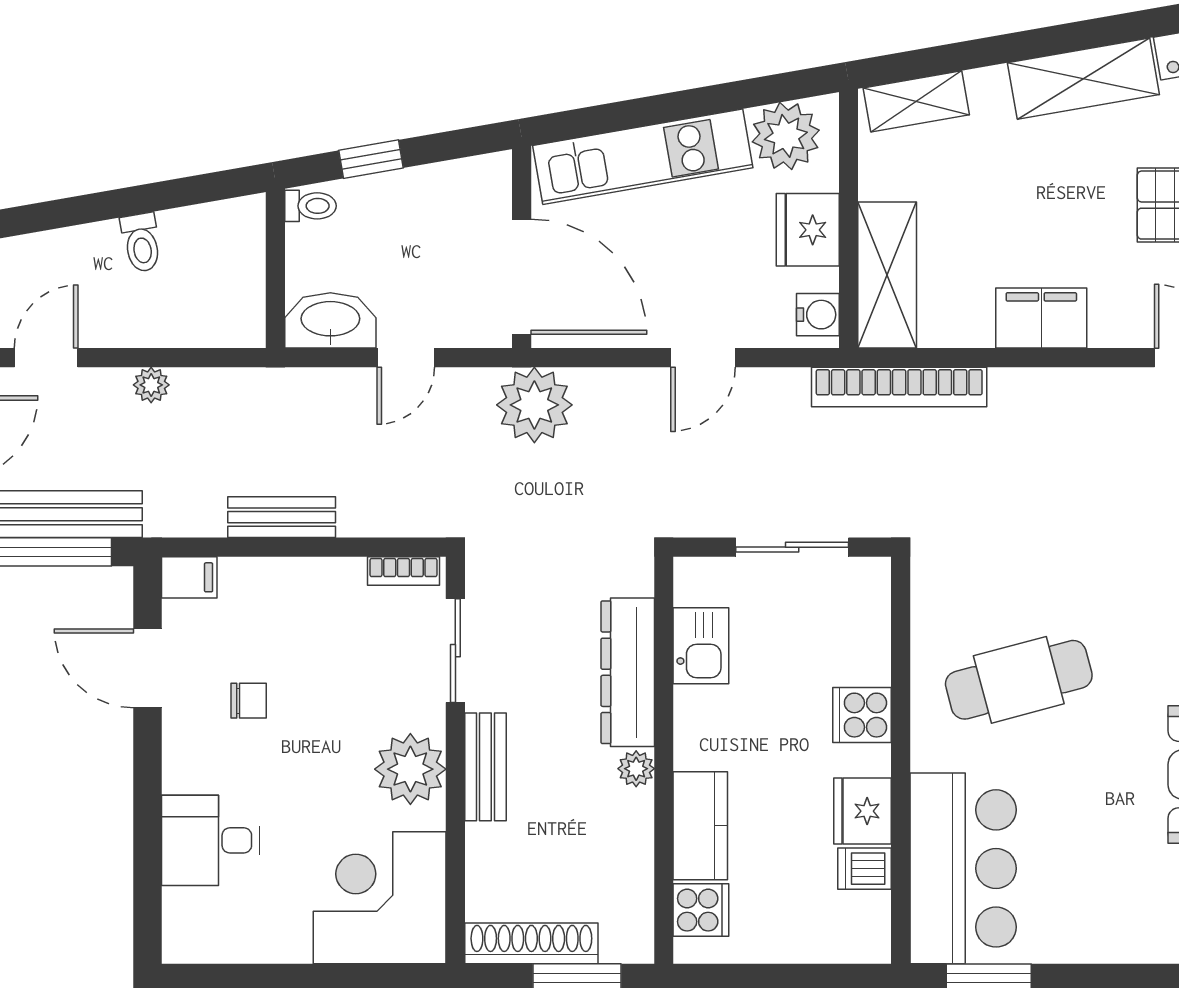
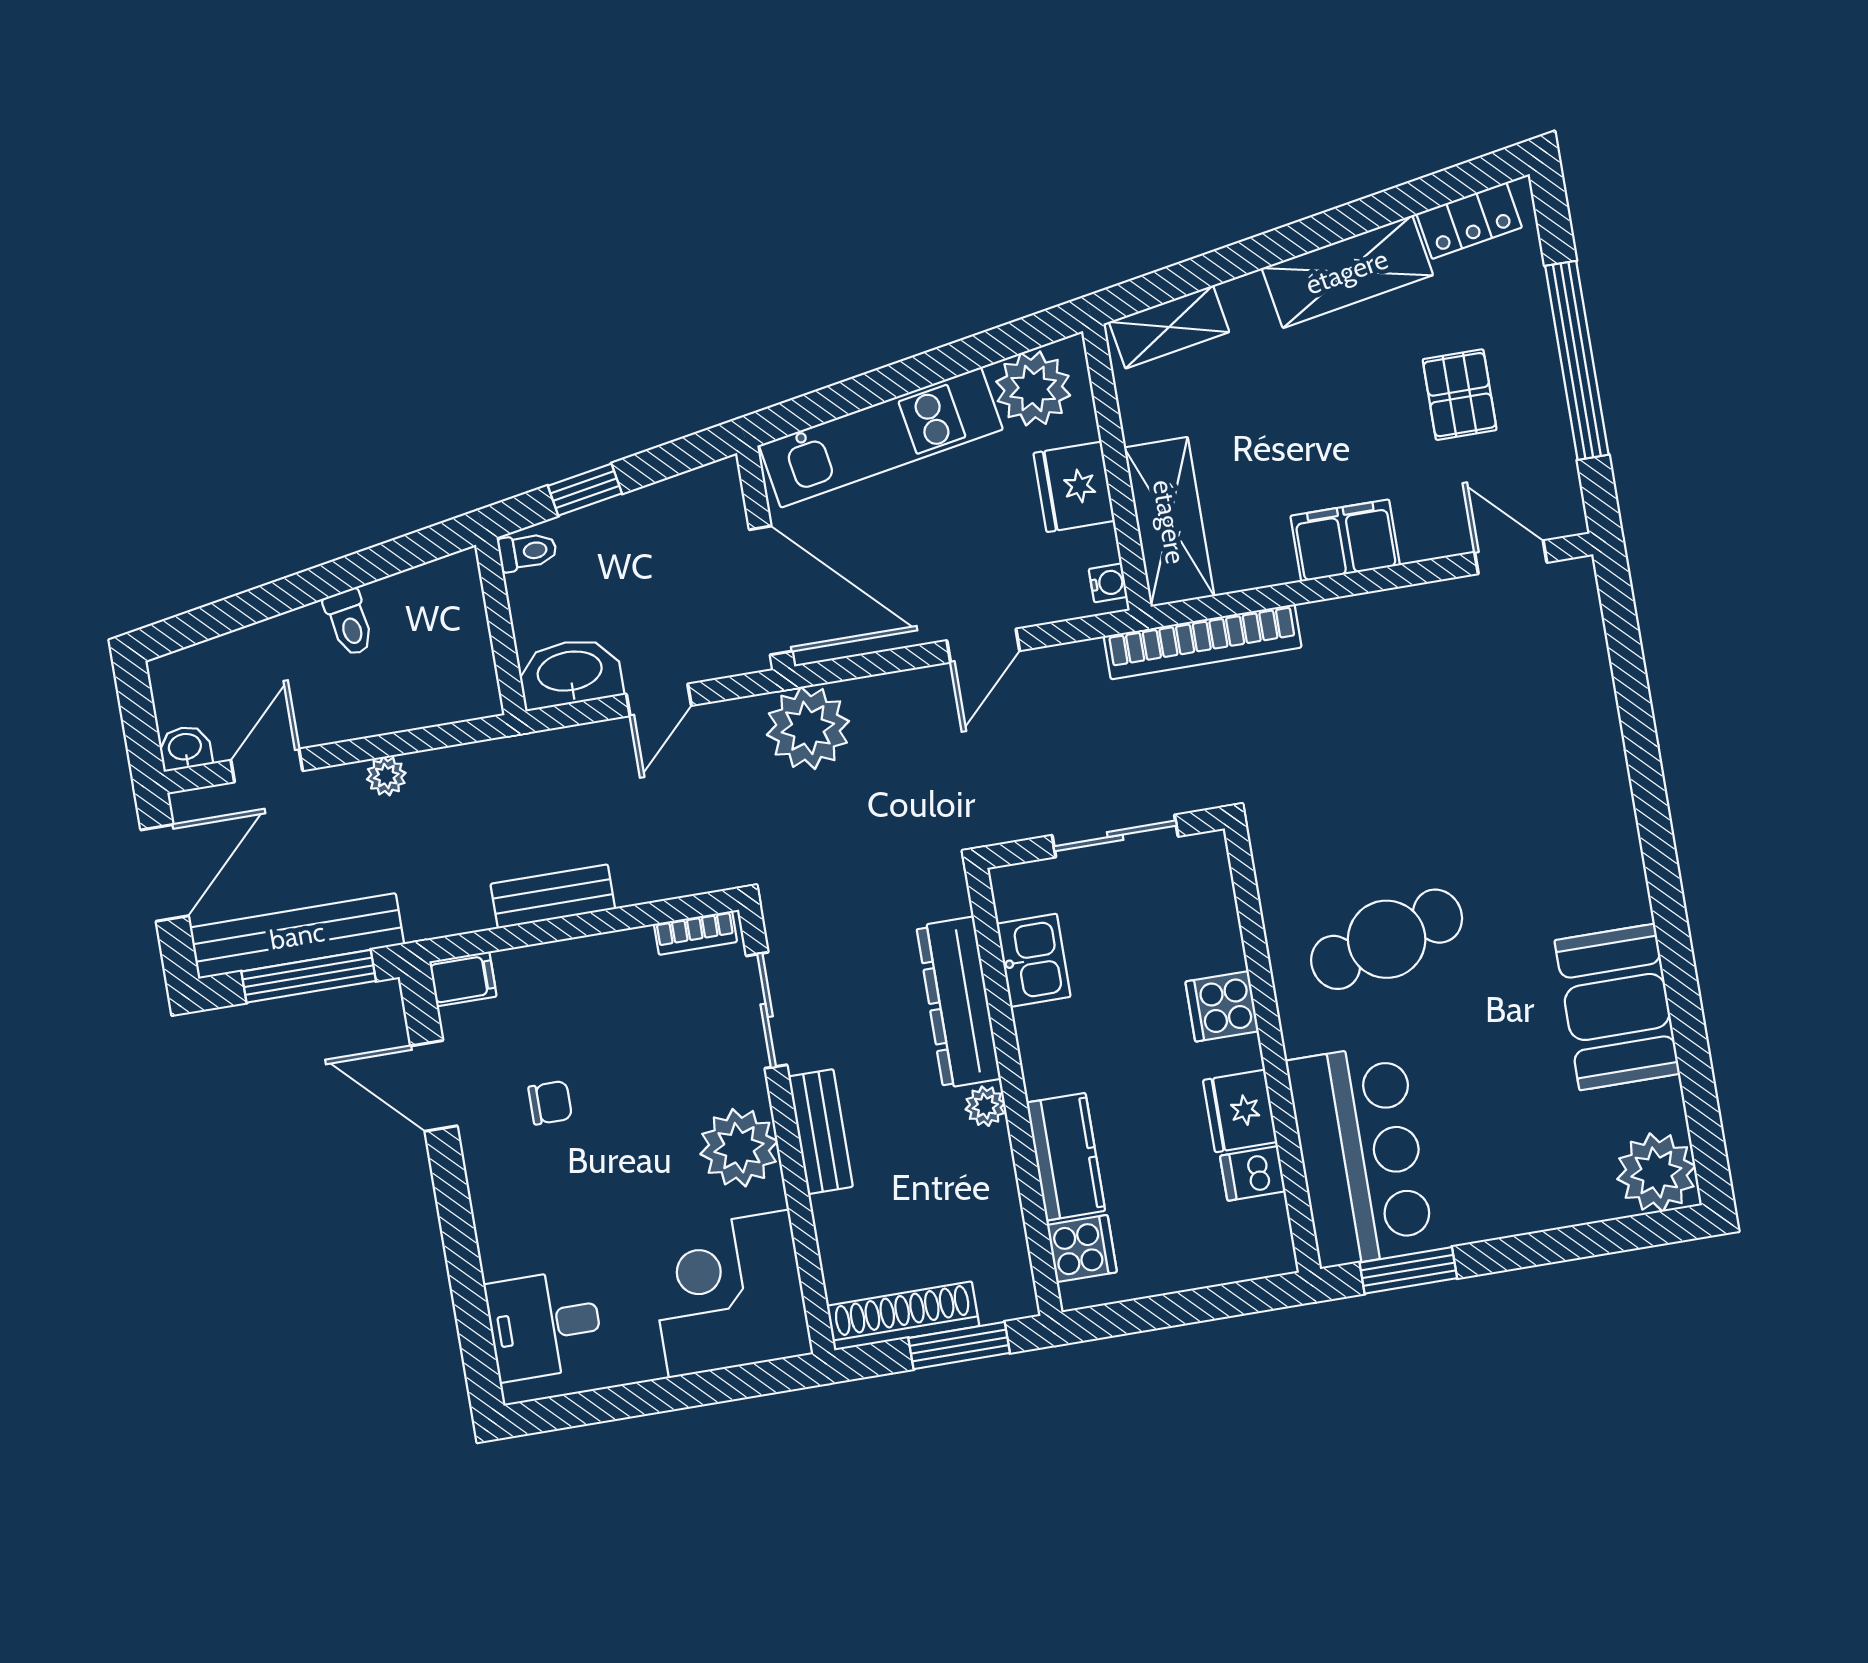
water cooler: (818, 315) -> (1108, 583), width x0.72, depth x0.72
desk: (210, 840) -> (545, 1325), moved

